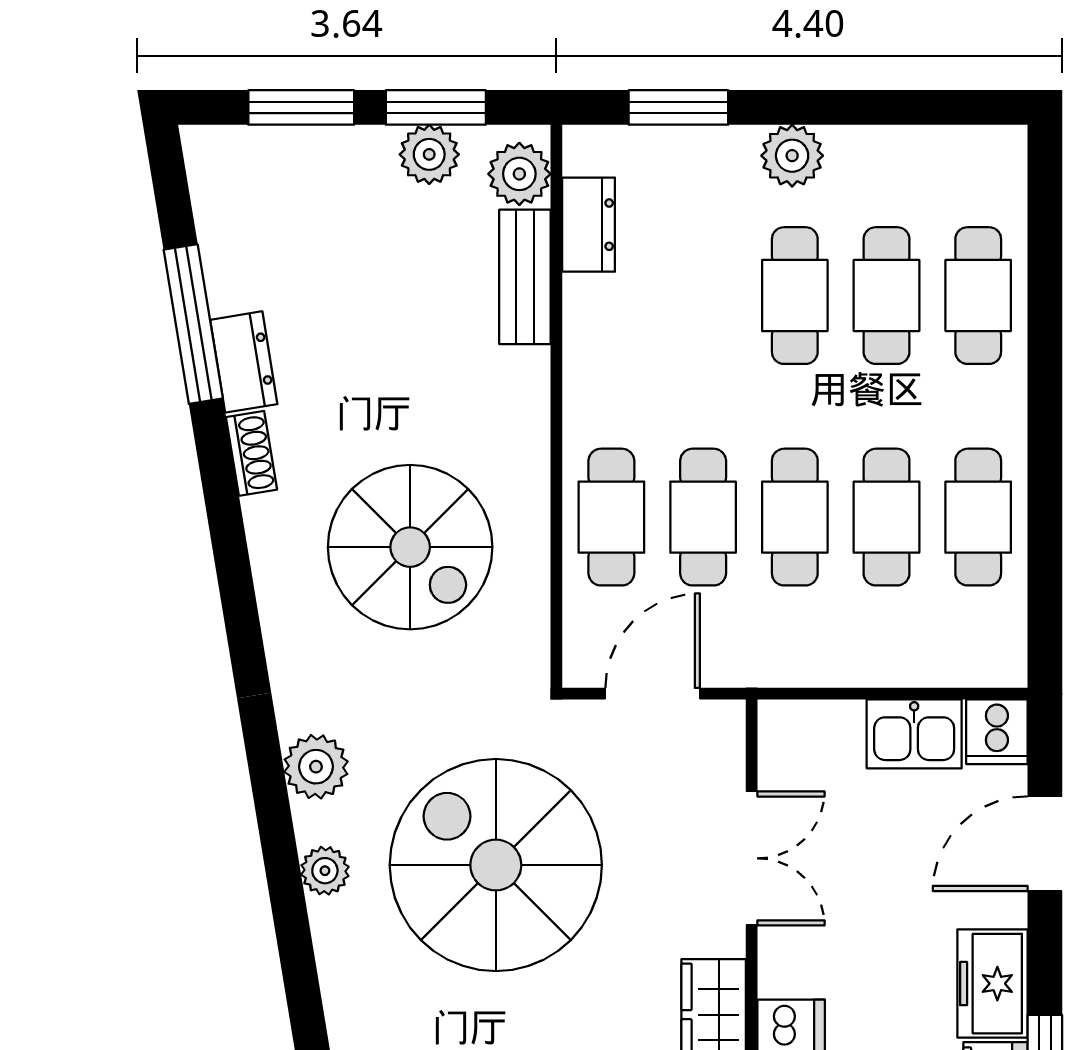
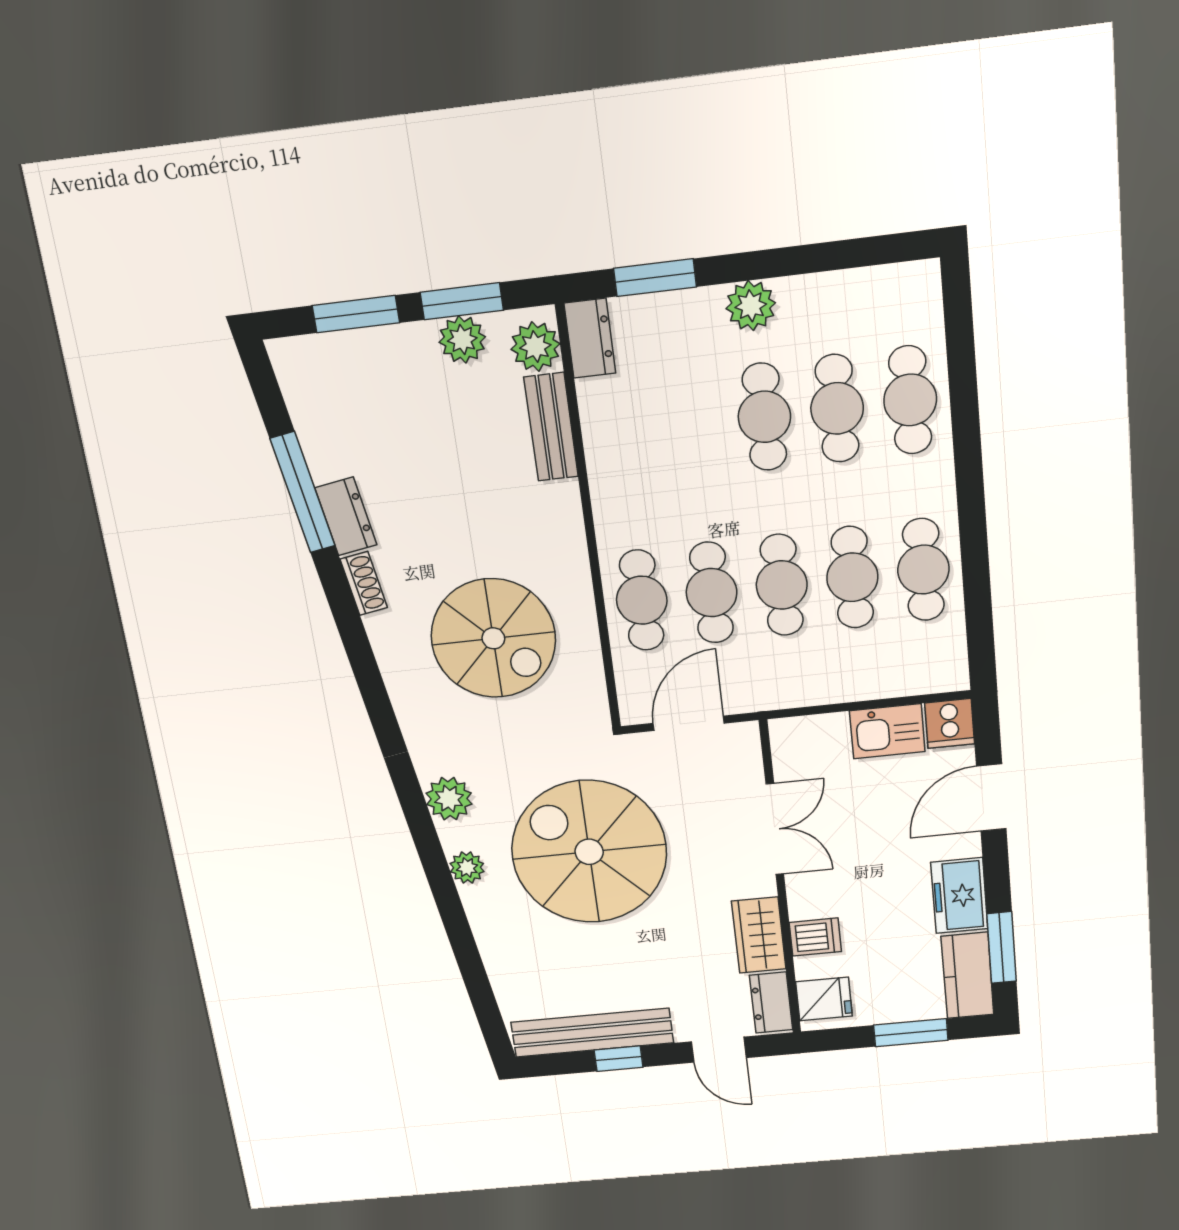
dresser: (589, 225) -> (590, 338), moved

